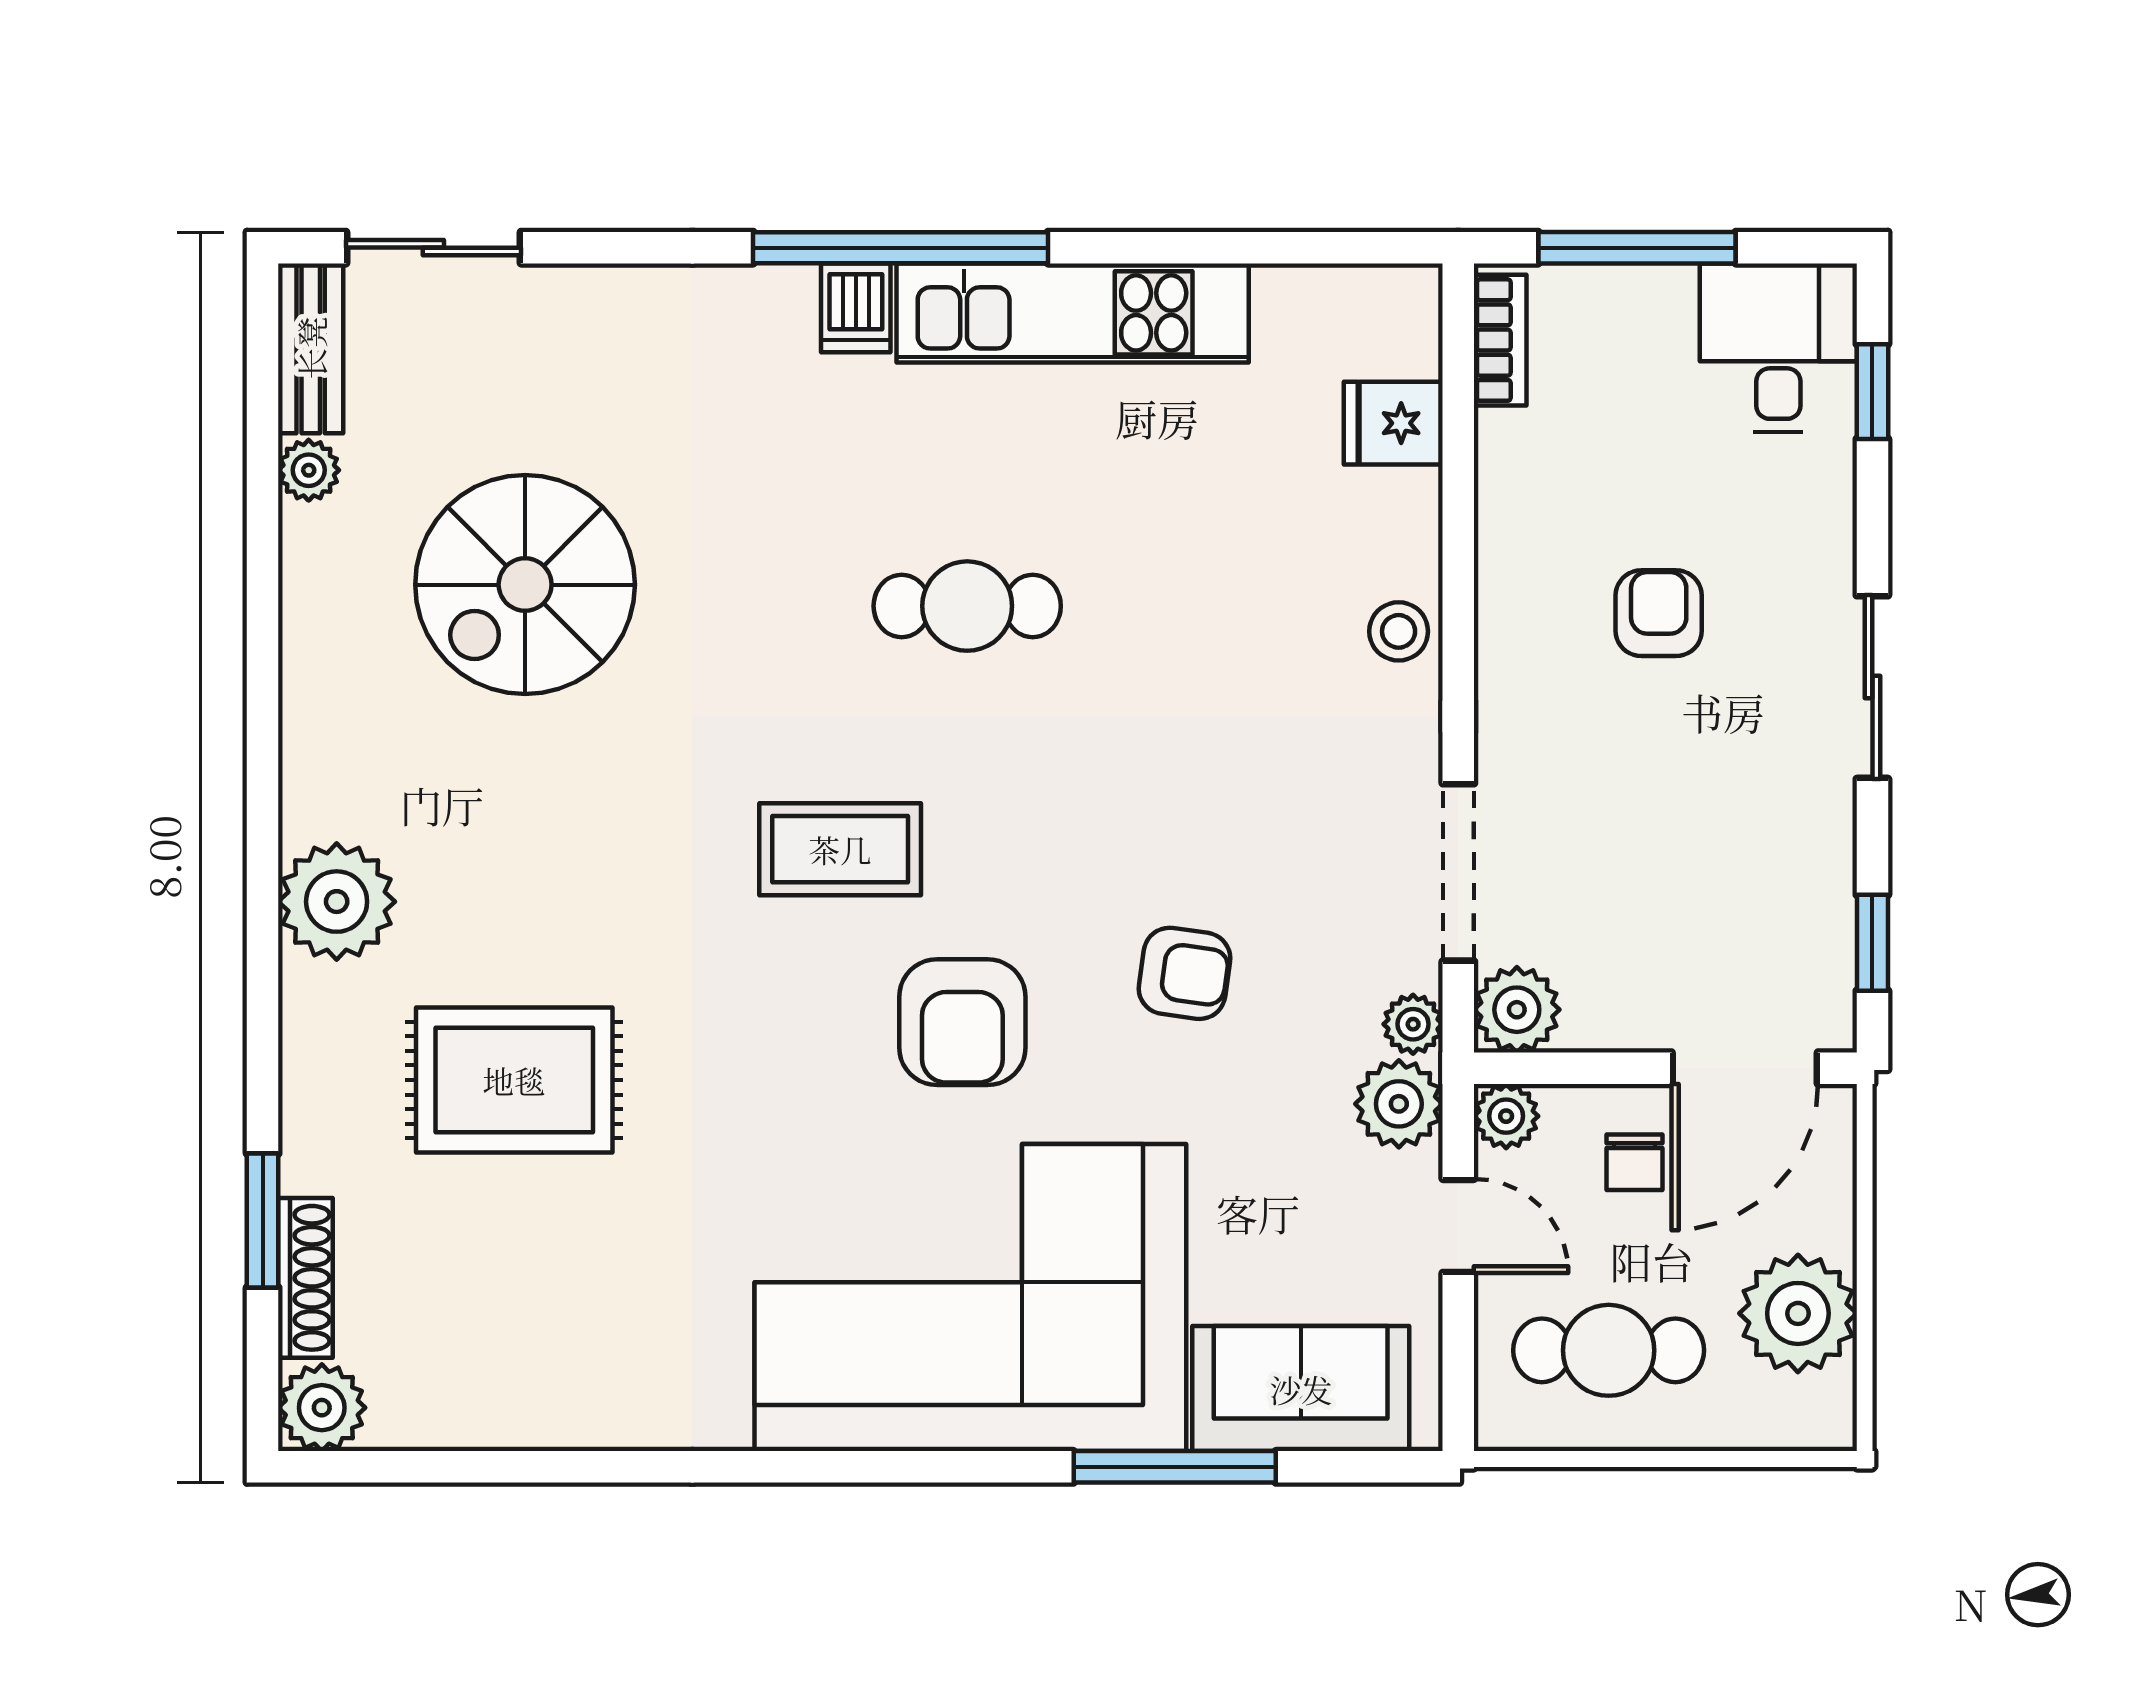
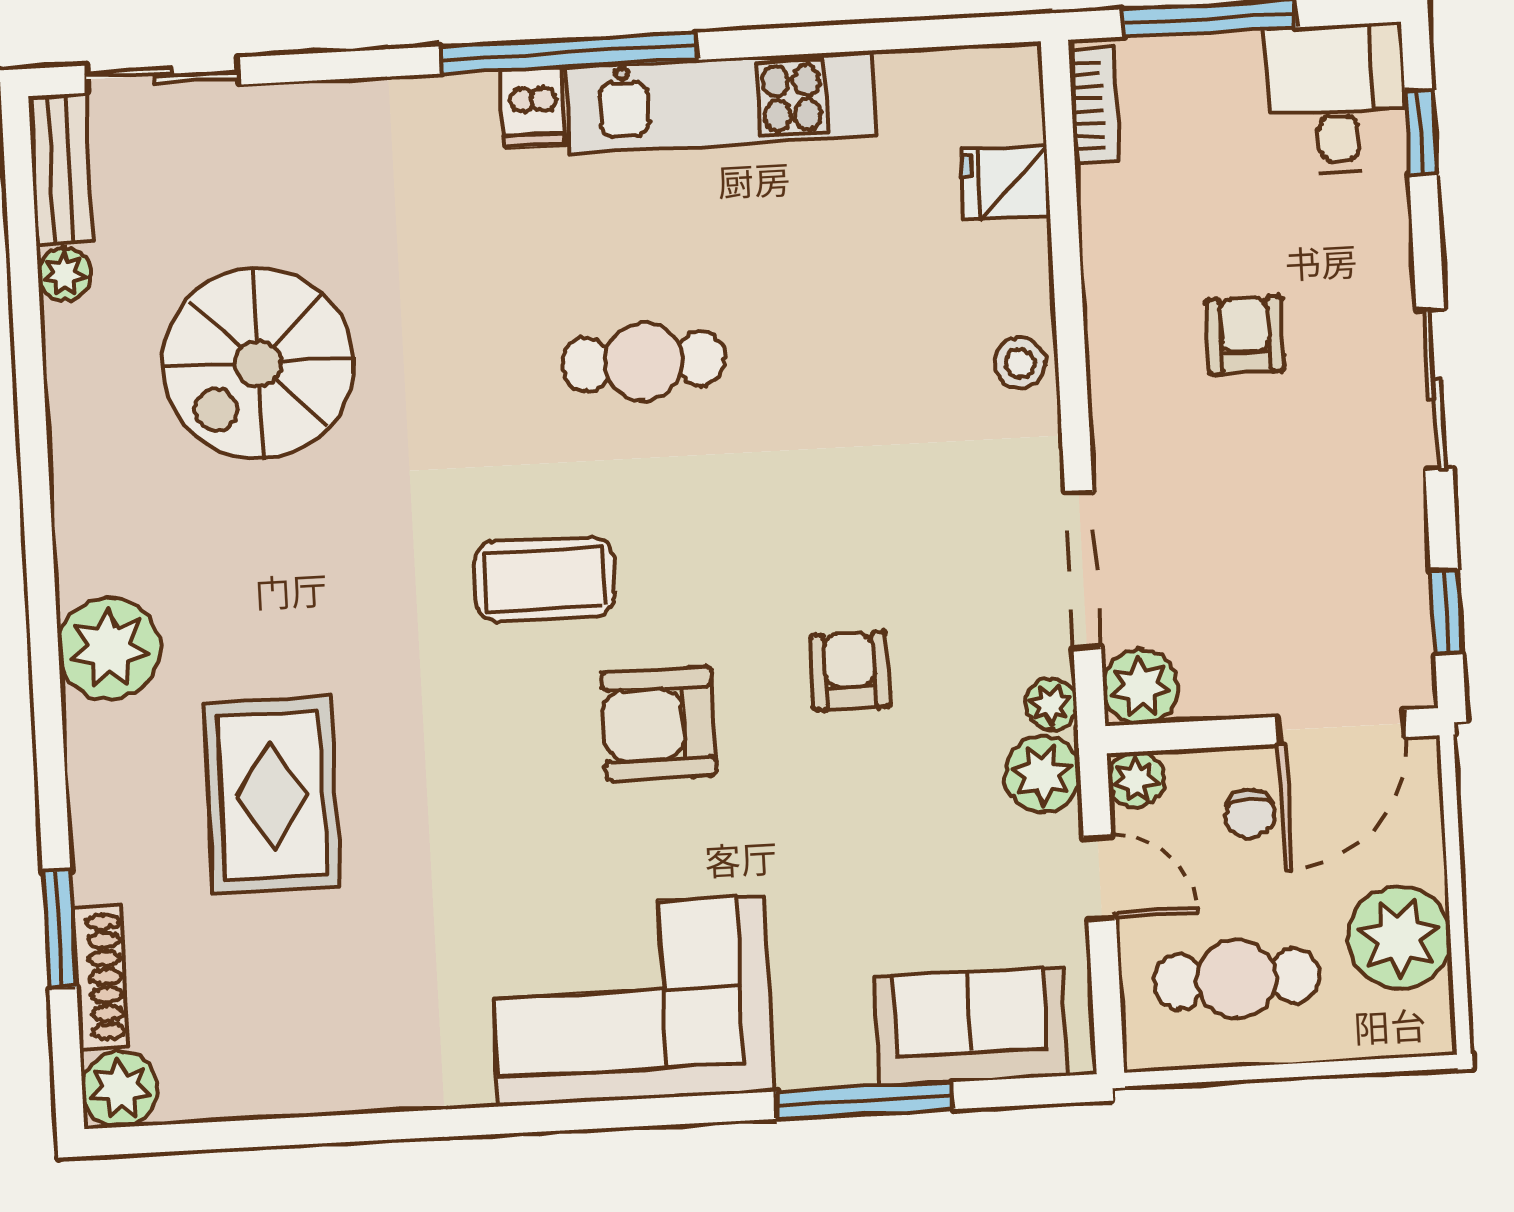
armchair: (1185, 973) -> (850, 671), turned -98
armchair: (962, 1022) -> (659, 724), turned 90
rug: (514, 1080) -> (272, 795), turned 90
corner sofa: (970, 1298) -> (631, 1001), width x0.73, depth x0.74

